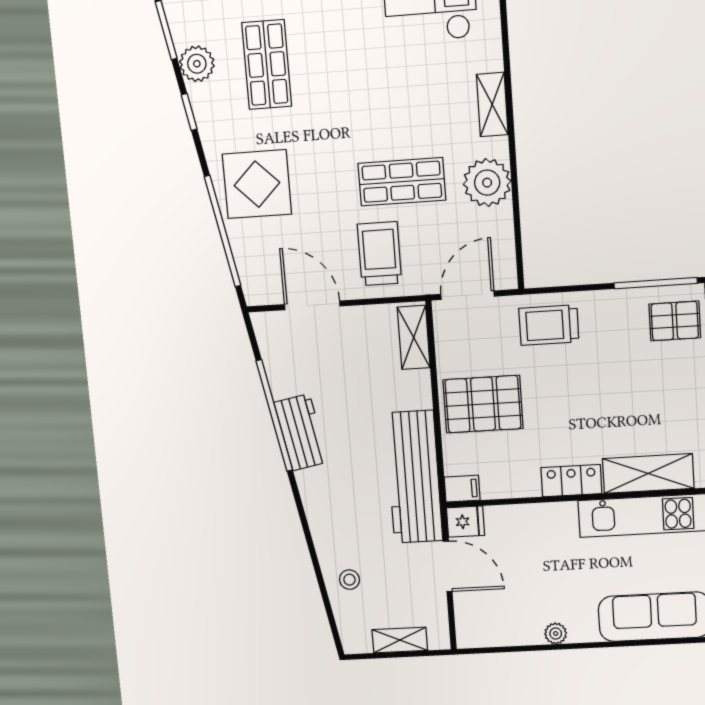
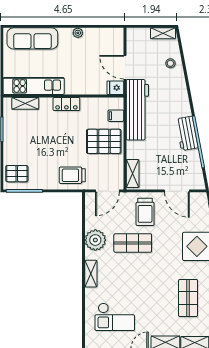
trolley: (549, 325) -> (72, 175), turned 180
shelving: (648, 473) -> (25, 103), width x0.67, depth x0.75
filing cabinet: (462, 489) -> (116, 116), moved
shelving: (400, 640) -> (163, 33), moved

